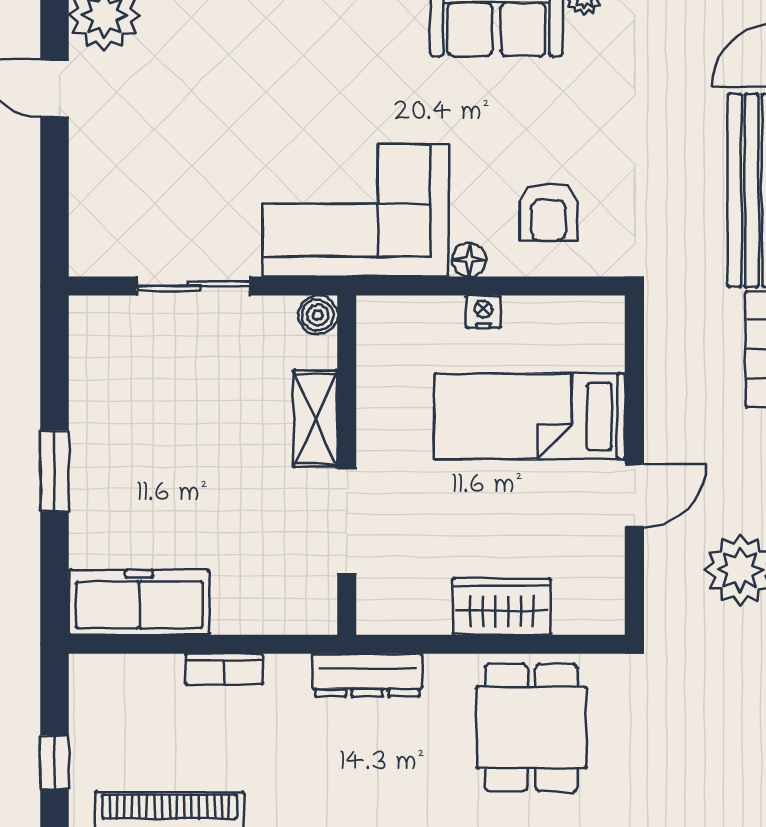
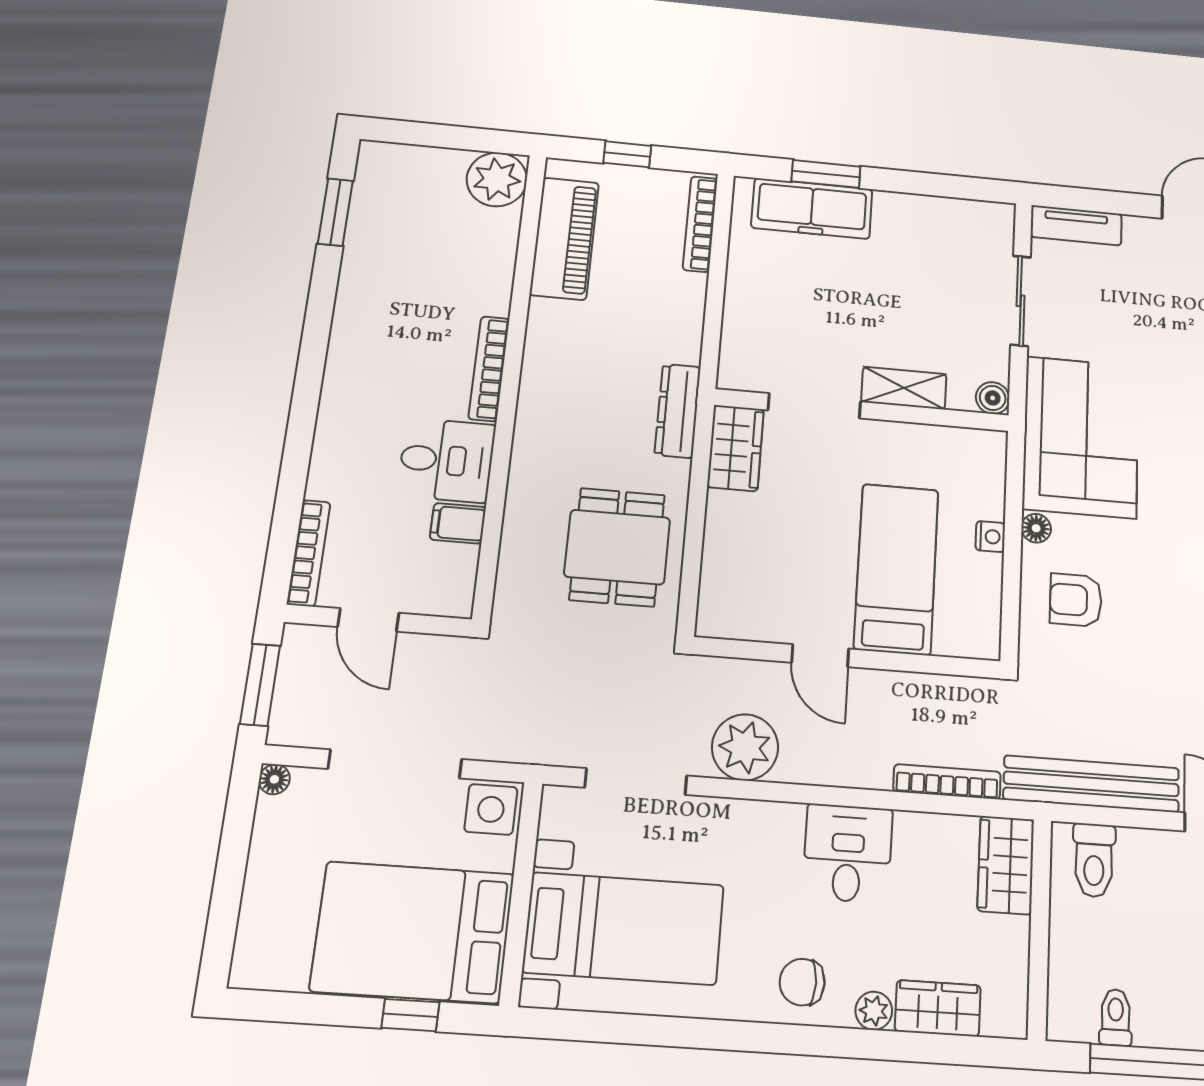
tv unit: (90, 222) -> (1076, 225), added
window: (54, 471) -> (826, 174), moved
freezer: (139, 602) -> (812, 209), moved, turned 90
wardrobe: (502, 606) -> (736, 448), moved
bookcase: (224, 669) -> (700, 224), moved, width x1.56
dining table: (531, 728) -> (617, 547), turned 90

